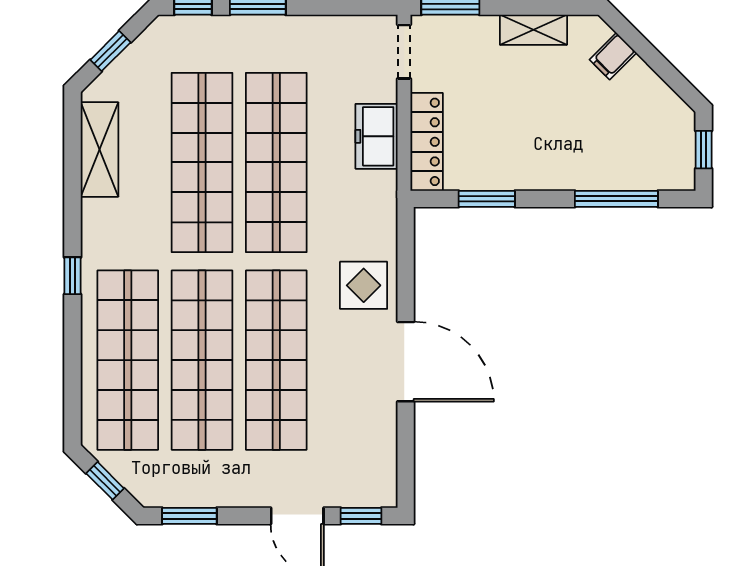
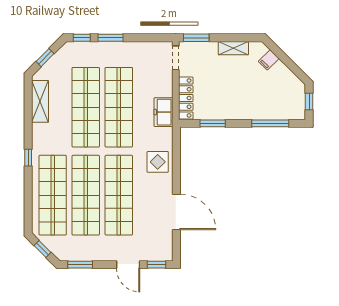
freezer: (377, 136) -> (163, 112), moved
door: (406, 362) -> (176, 212), moved

